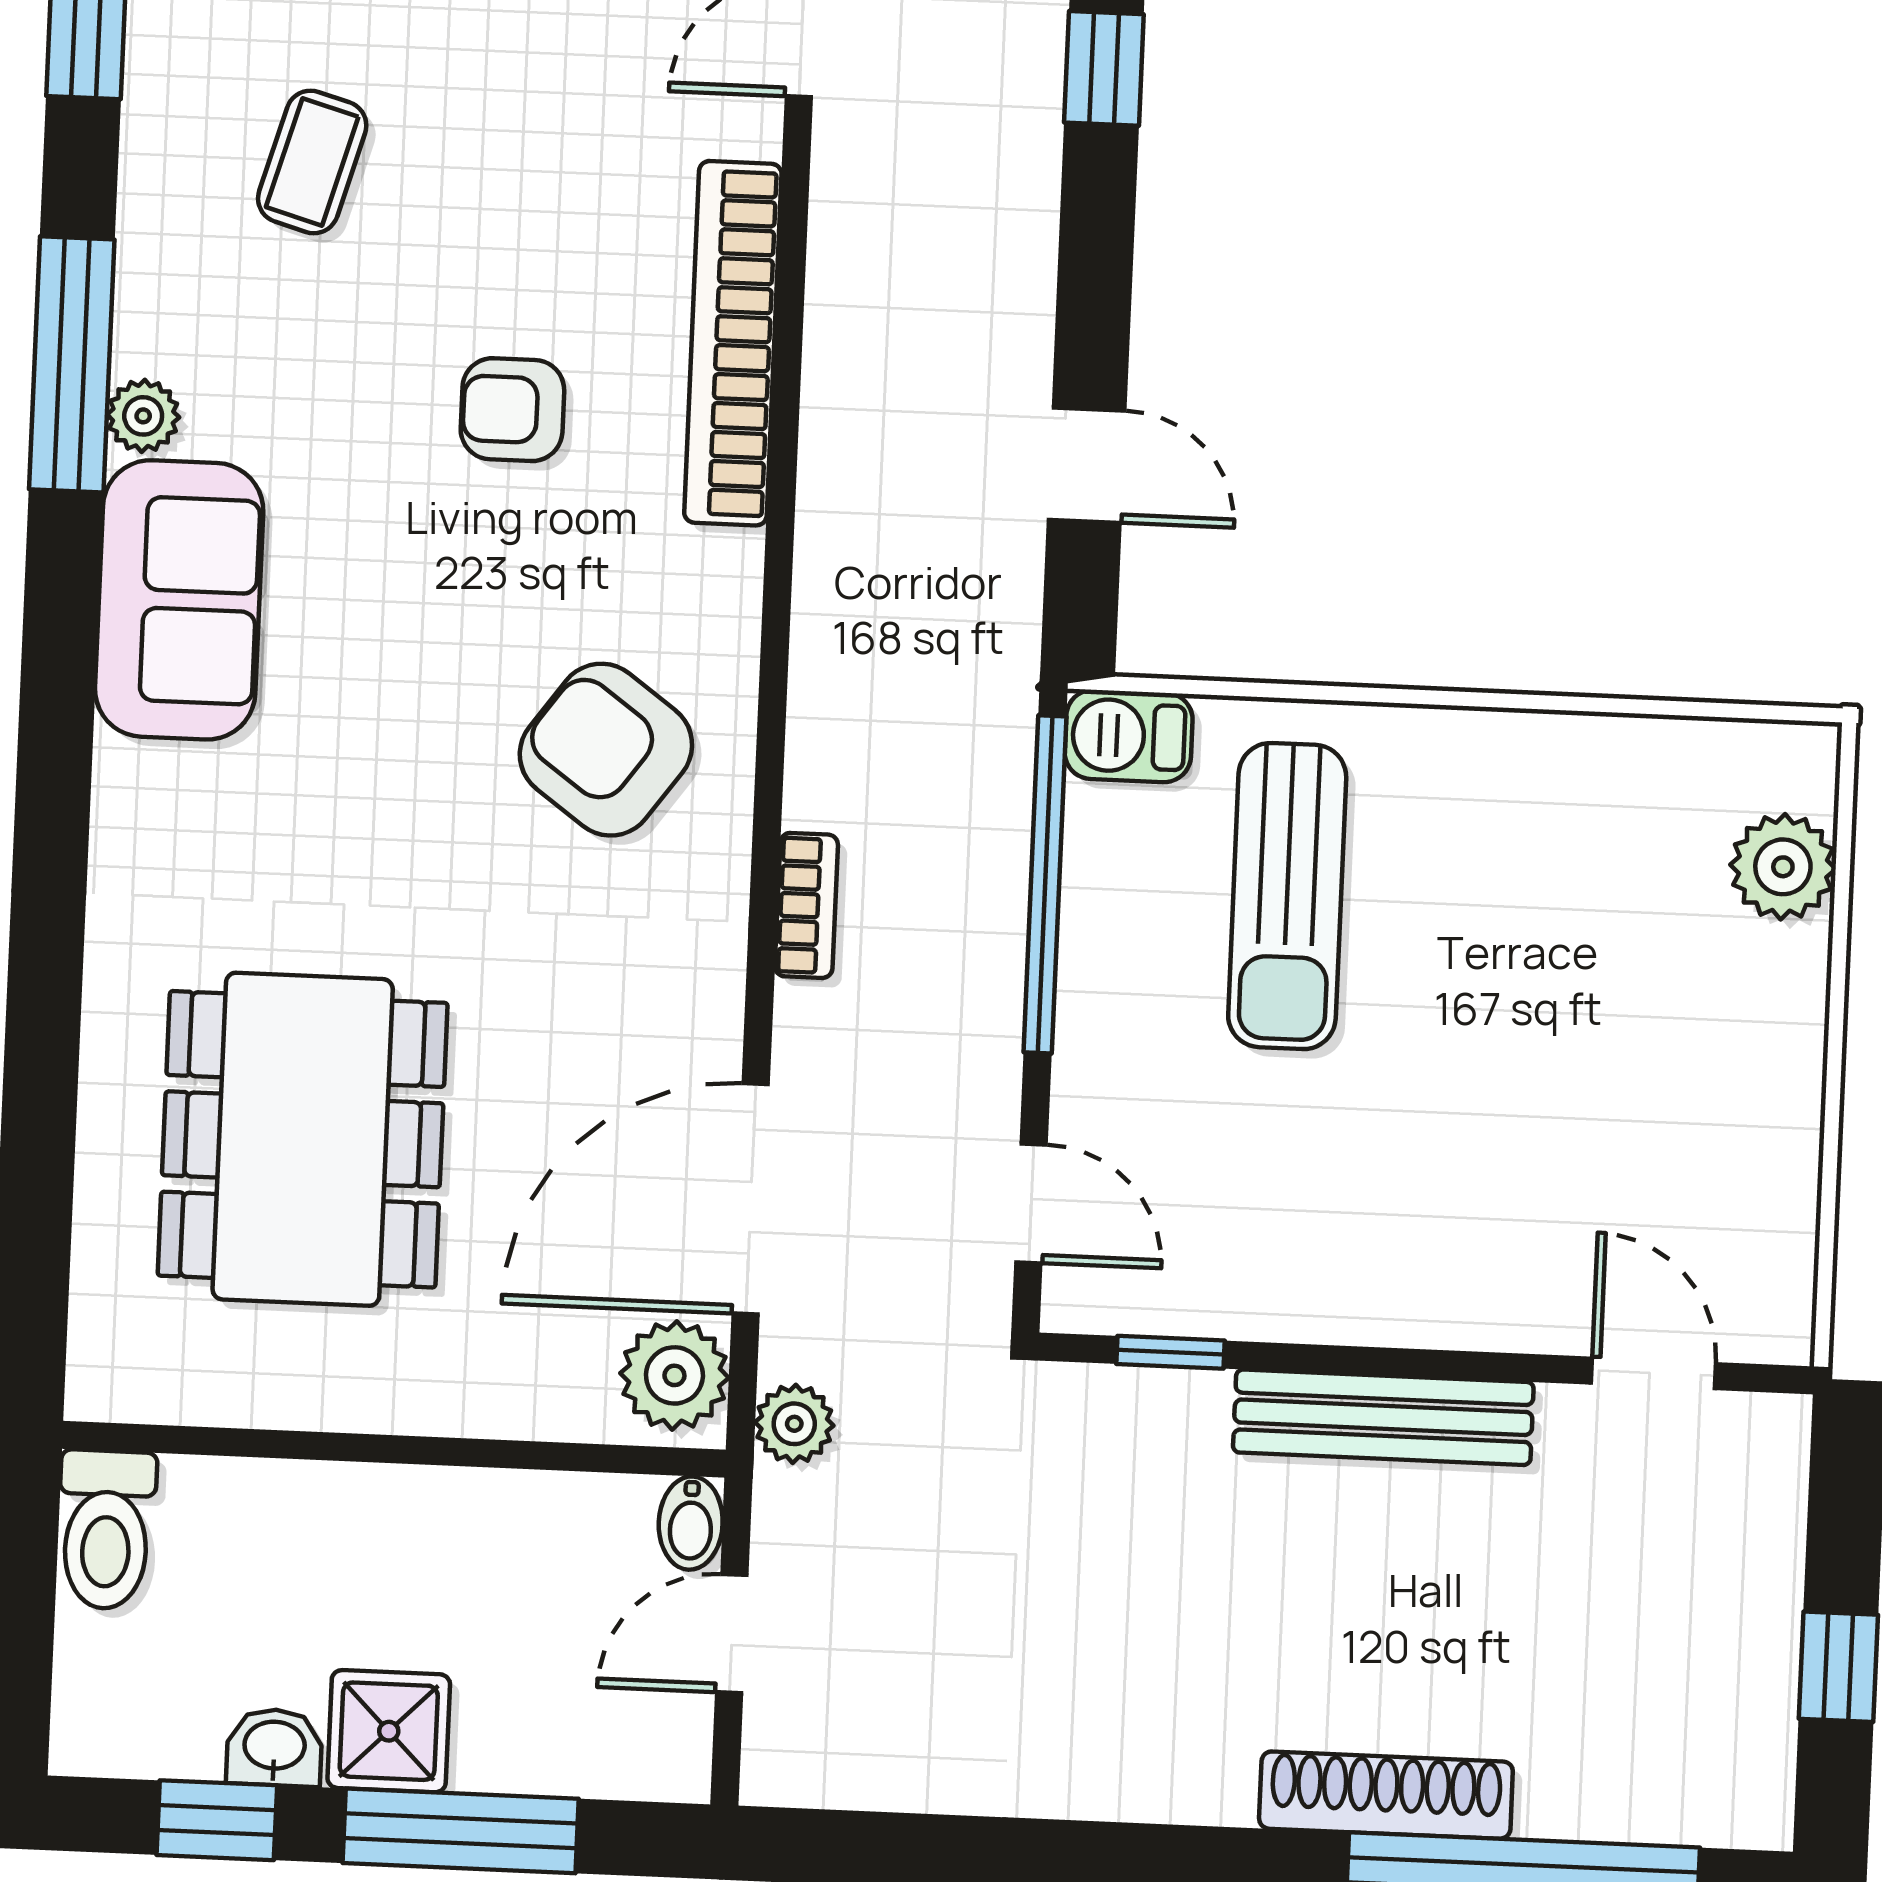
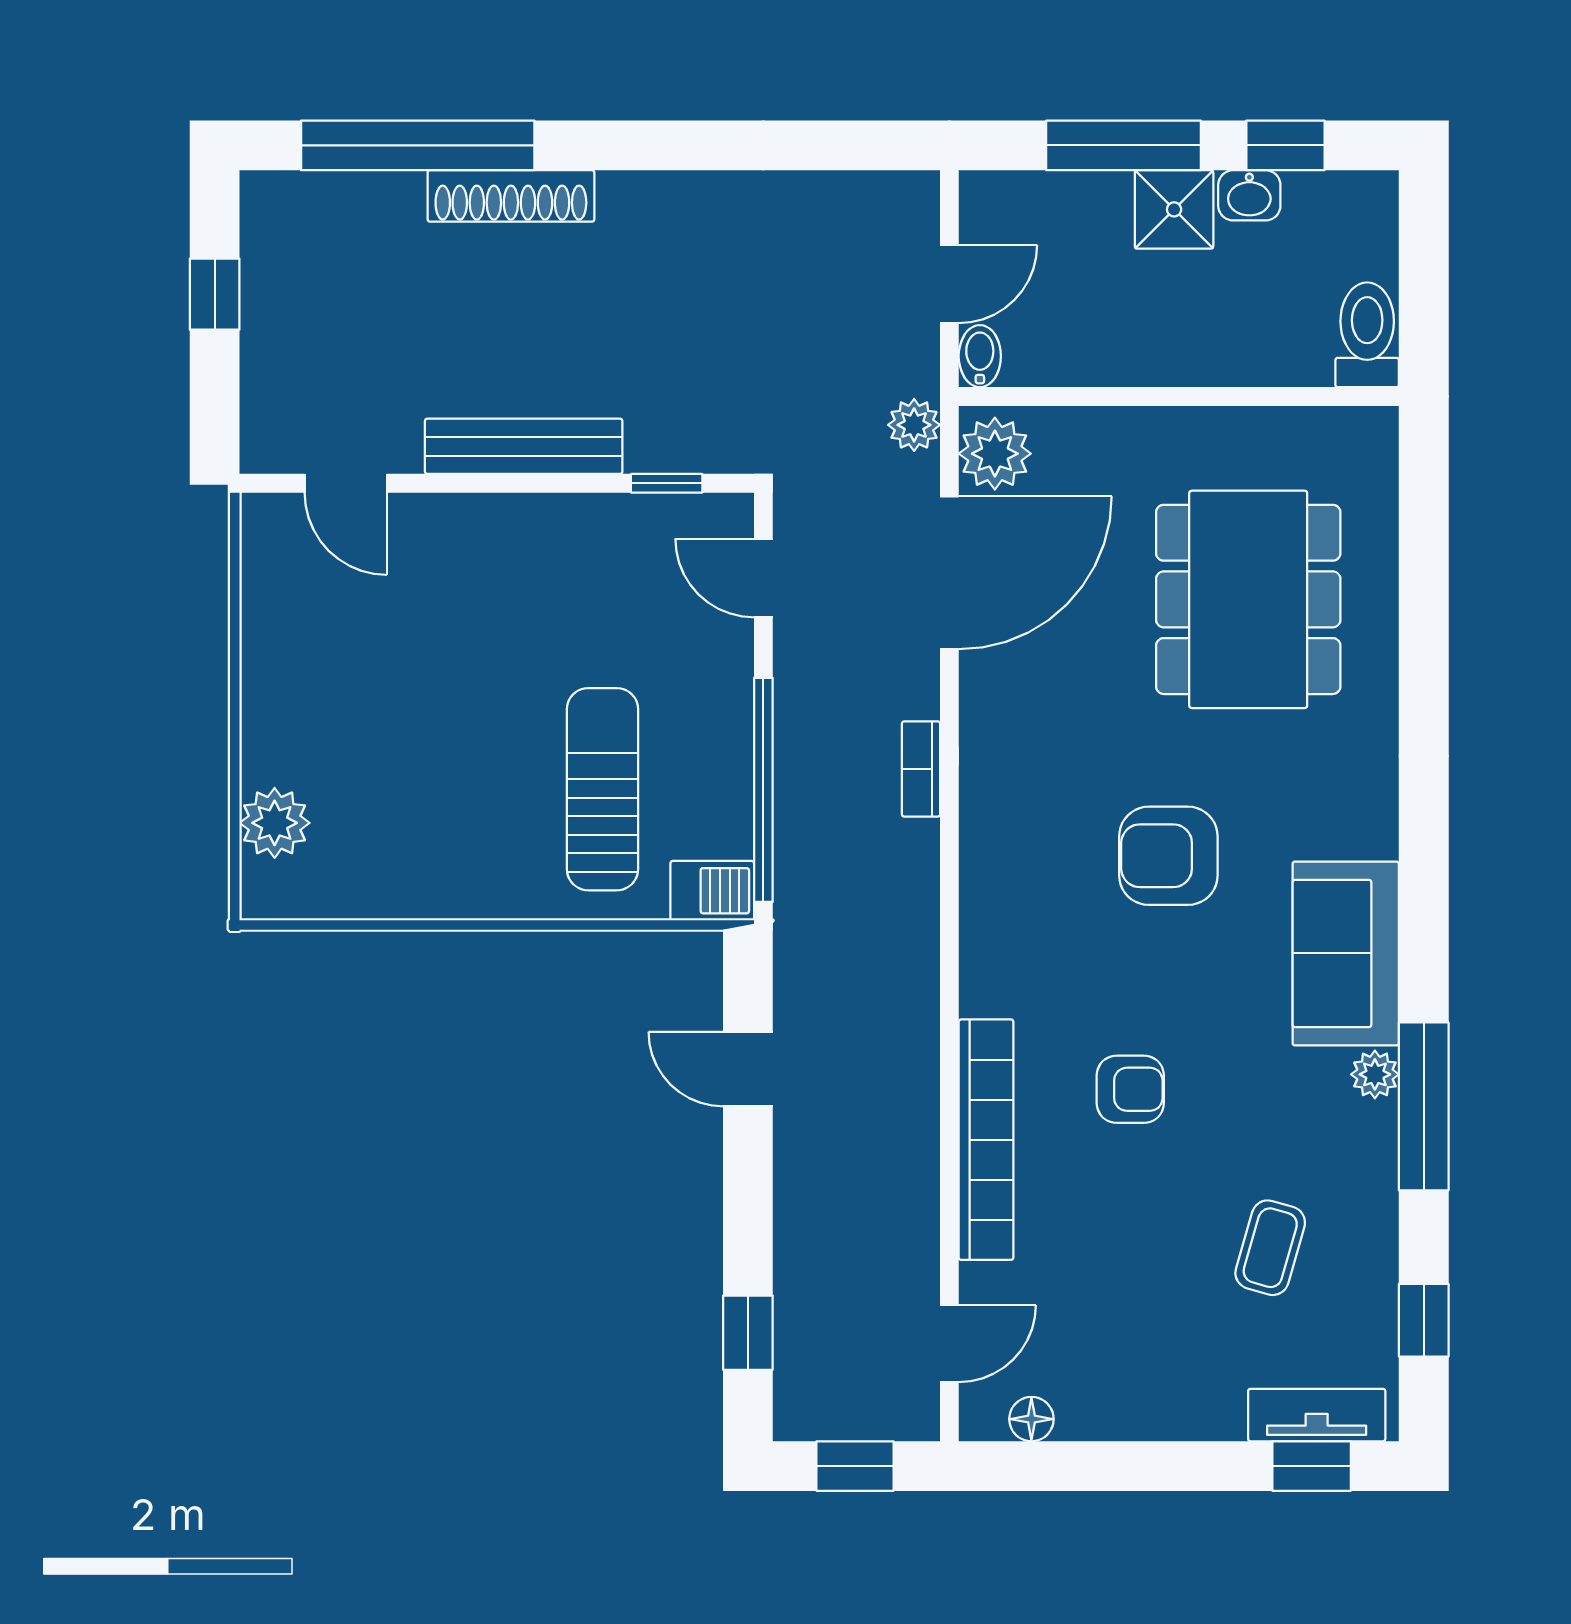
armchair: (606, 750) -> (1168, 856), moved, turned 144

